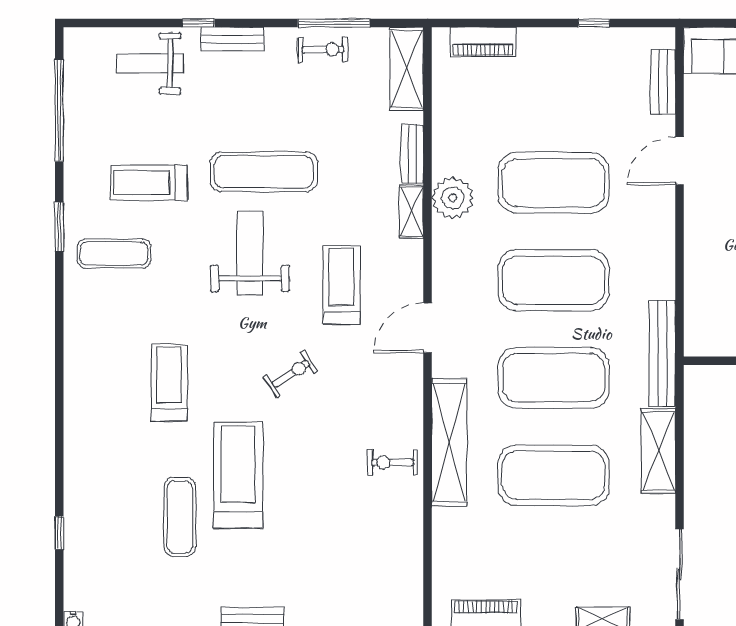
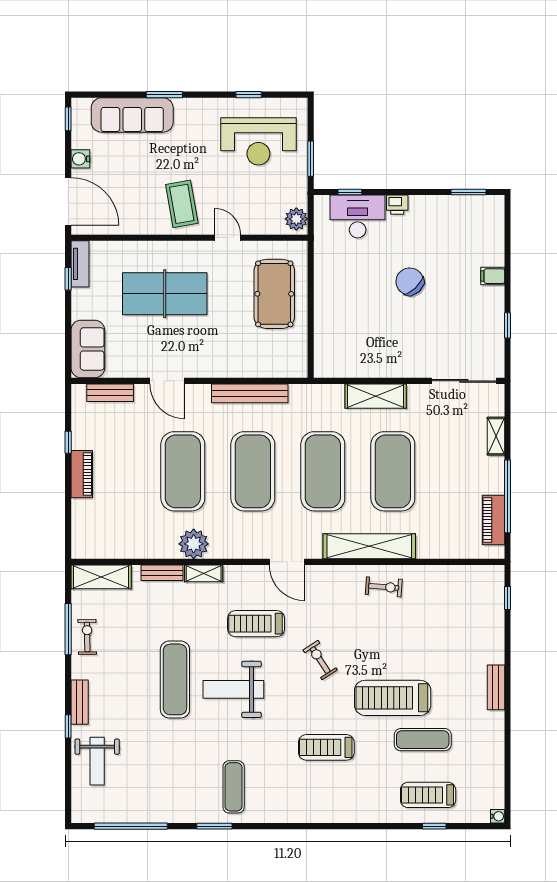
piano: (483, 42) -> (82, 474), moved
treadmill: (149, 183) -> (428, 795), moved, turned 90
bench: (662, 353) -> (250, 393), moved
exercise bike: (393, 463) -> (384, 587), turned -86

